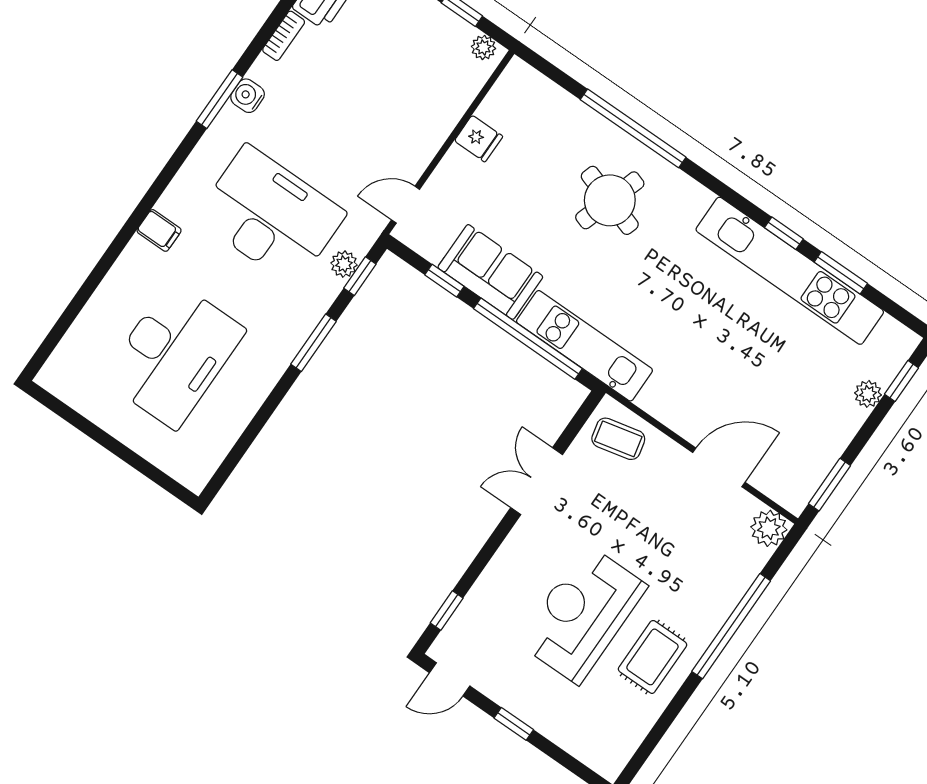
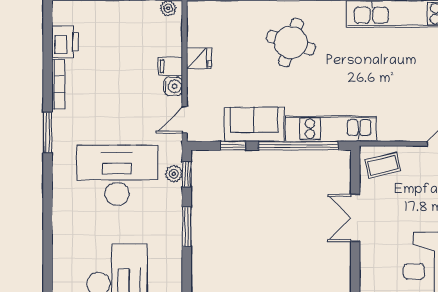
bookcase: (284, 36) -> (58, 84), width x1.56
water cooler: (248, 96) -> (173, 86), moved, turned 180
filing cabinet: (159, 230) -> (170, 66), moved, turned 180

